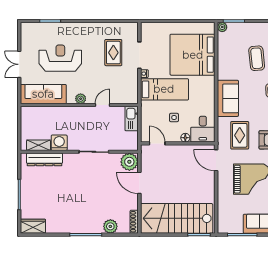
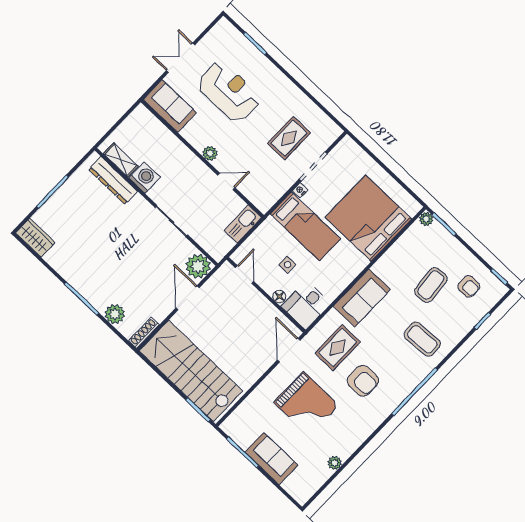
sofa: (43, 94) -> (170, 106), width x0.73

